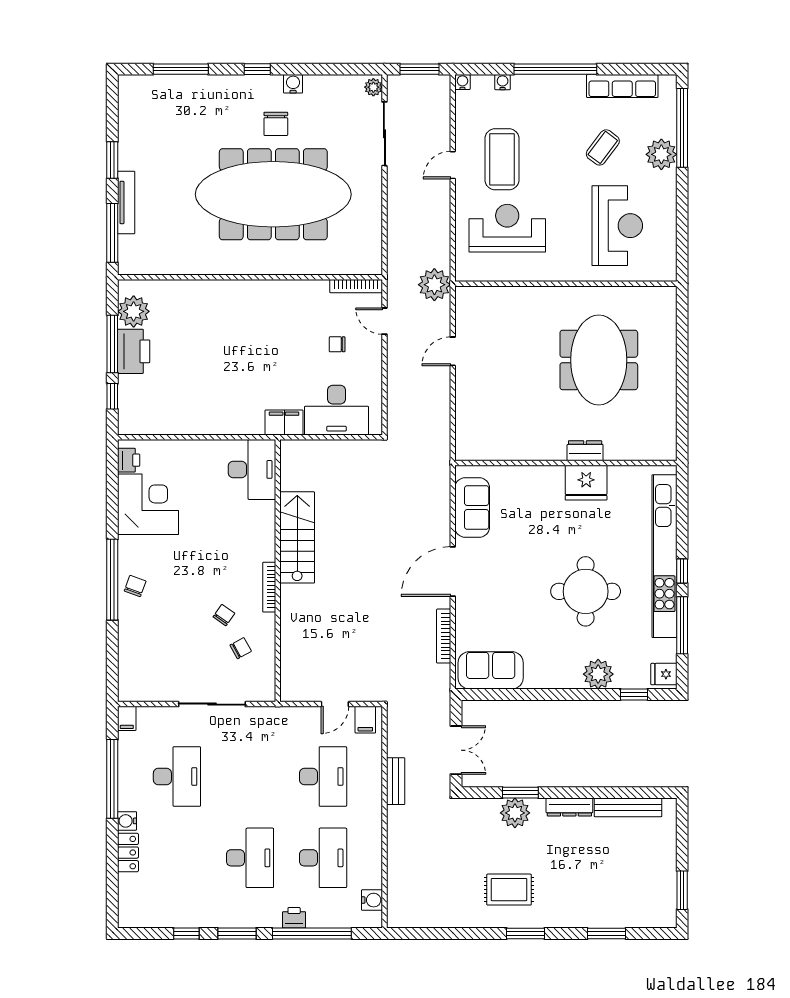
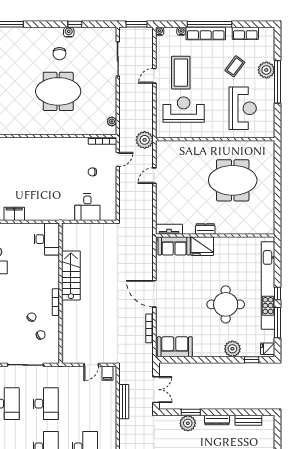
window: (257, 69) -> (75, 24), moved
row of seats: (548, 86) -> (206, 33), added
row of seats: (622, 86) -> (245, 33), width x0.68
plant: (373, 87) -> (112, 121), moved
window: (682, 128) -> (277, 82), moved
meeting table: (273, 194) -> (58, 91), width x0.54, depth x0.79
door: (384, 321) -> (118, 159), swing flipped
meeting table: (599, 360) -> (233, 180), turned 90
desk: (337, 410) -> (87, 207), width x0.73
filing cabinet: (284, 423) -> (14, 214), moved
tv unit: (480, 451) -> (169, 229), added
dresser: (585, 451) -> (205, 229), moved
fridge: (586, 483) -> (202, 246), moved
sofa: (472, 507) -> (174, 246), moved, turned 90
door: (453, 571) -> (154, 294), hinge flipped
desk: (323, 776) -> (46, 404), moved
bench: (396, 781) -> (124, 402), width x1.36
bench: (628, 807) -> (248, 420), width x0.73

